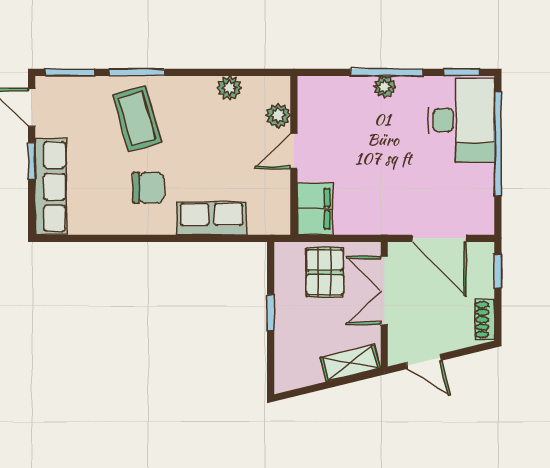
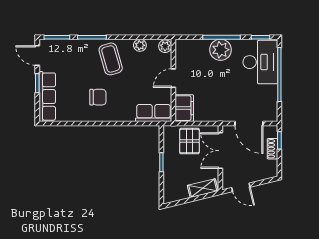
plant: (385, 87) -> (221, 50), width x1.88, depth x1.88
plant: (278, 116) -> (165, 46), moved
coffee table: (137, 119) -> (111, 59), moved
row of seats: (211, 218) -> (153, 113), moved
shoe rack: (485, 320) -> (272, 149), moved

